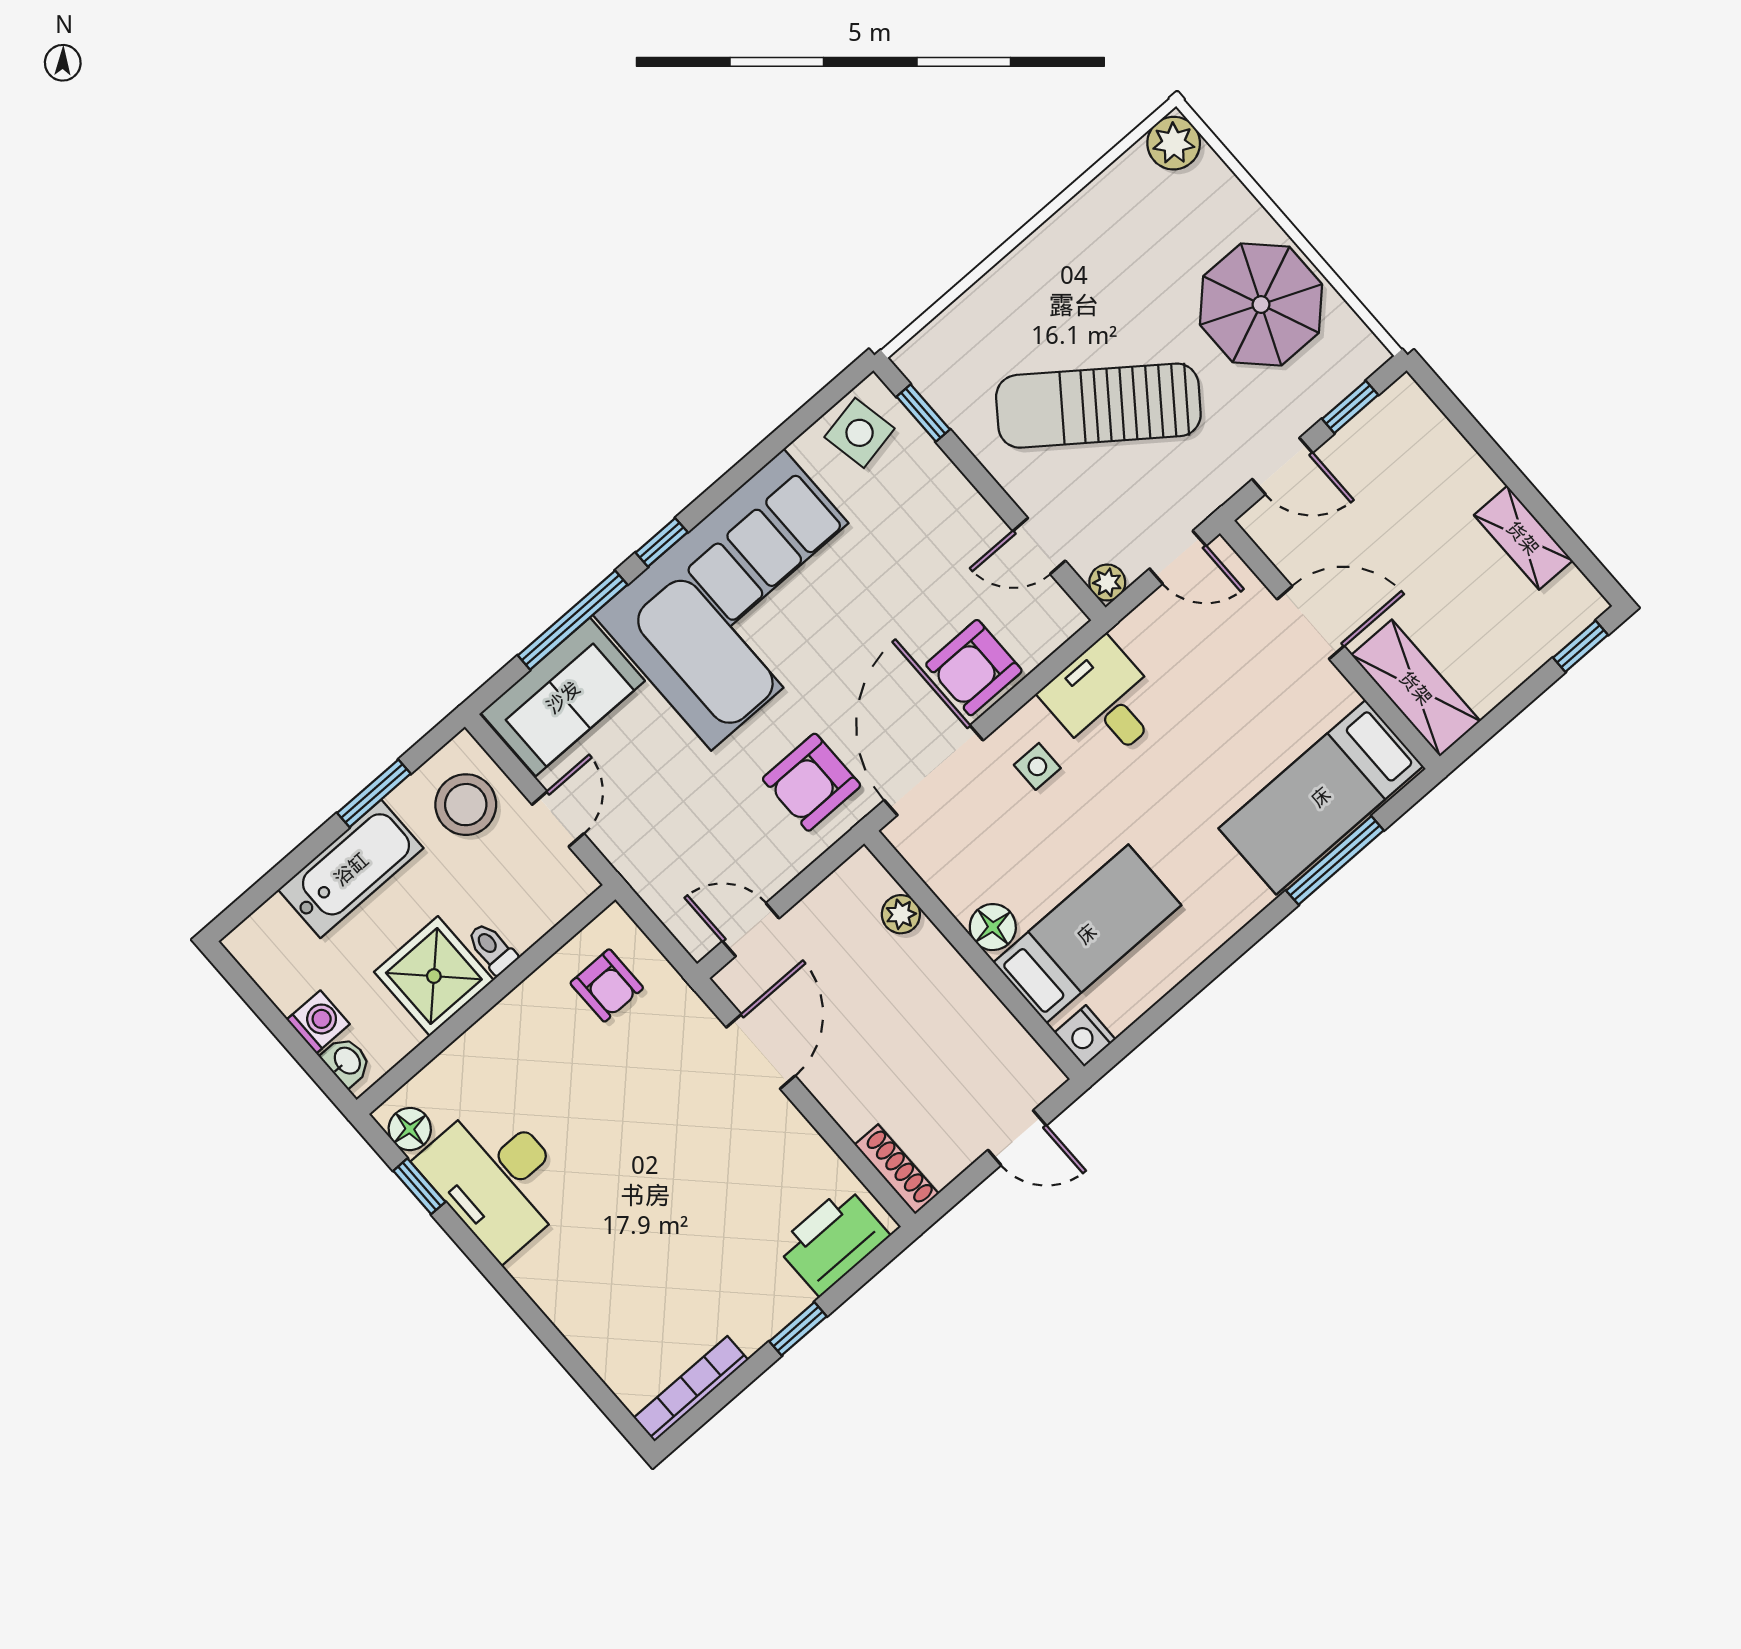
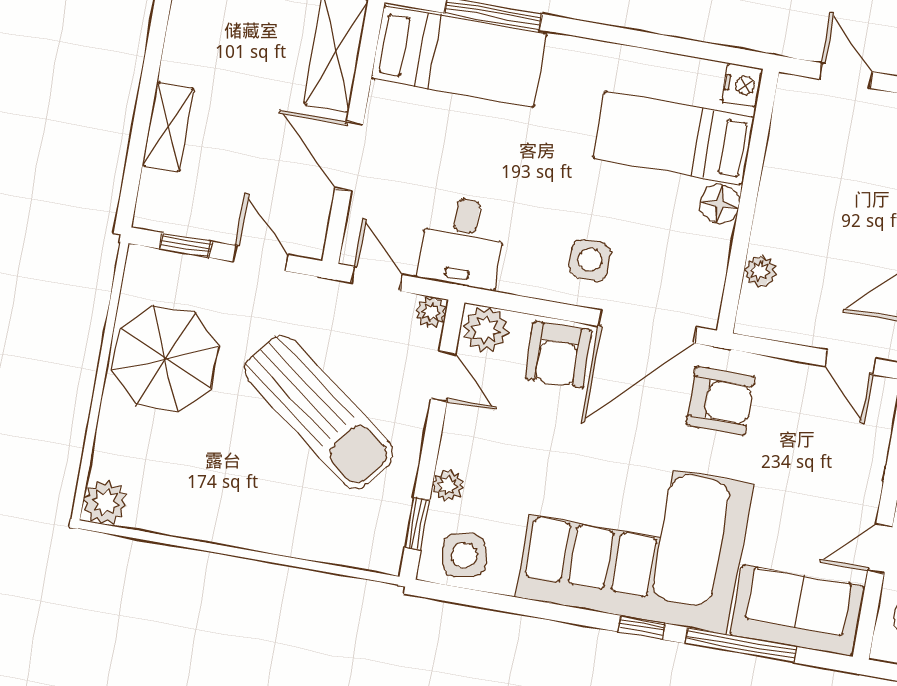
plant: (935, 469) -> (448, 486), added
shelving: (1523, 538) -> (168, 127), moved
plant: (1051, 620) -> (486, 329), added
armchair: (974, 668) -> (558, 355), turned 89
desk: (1104, 701) -> (462, 242), moved
side table: (1037, 766) -> (590, 260), width x1.37, depth x1.37

